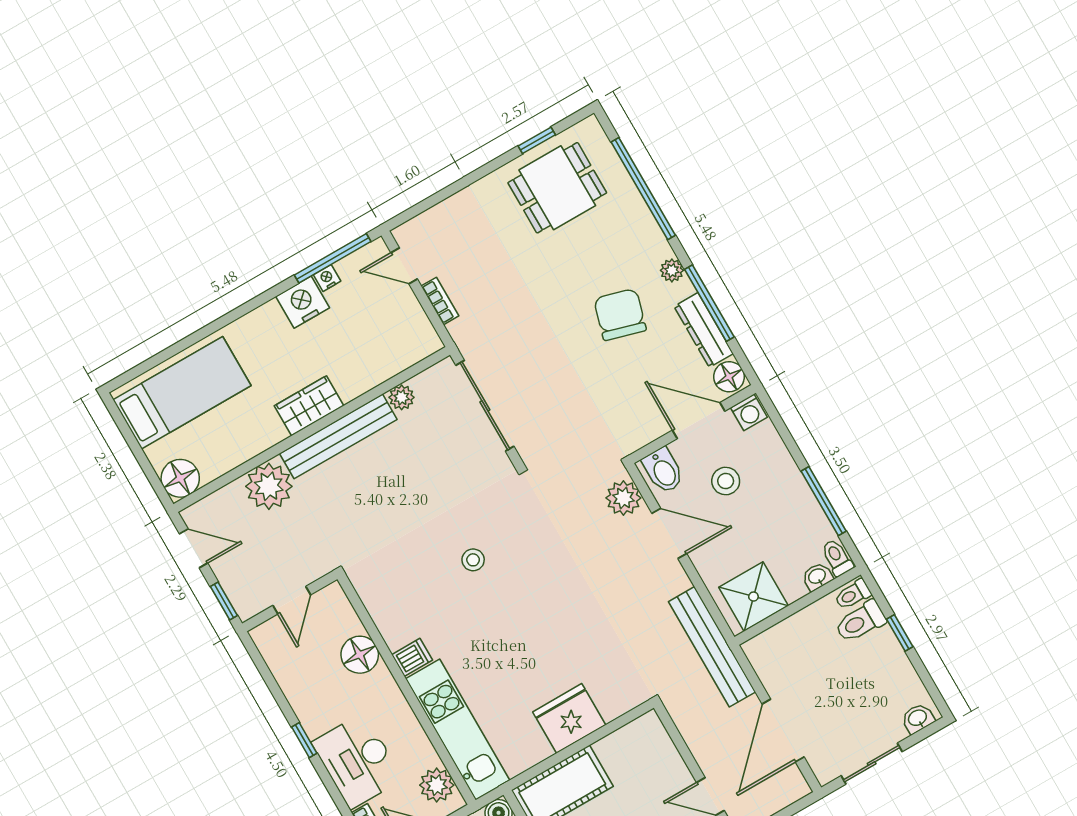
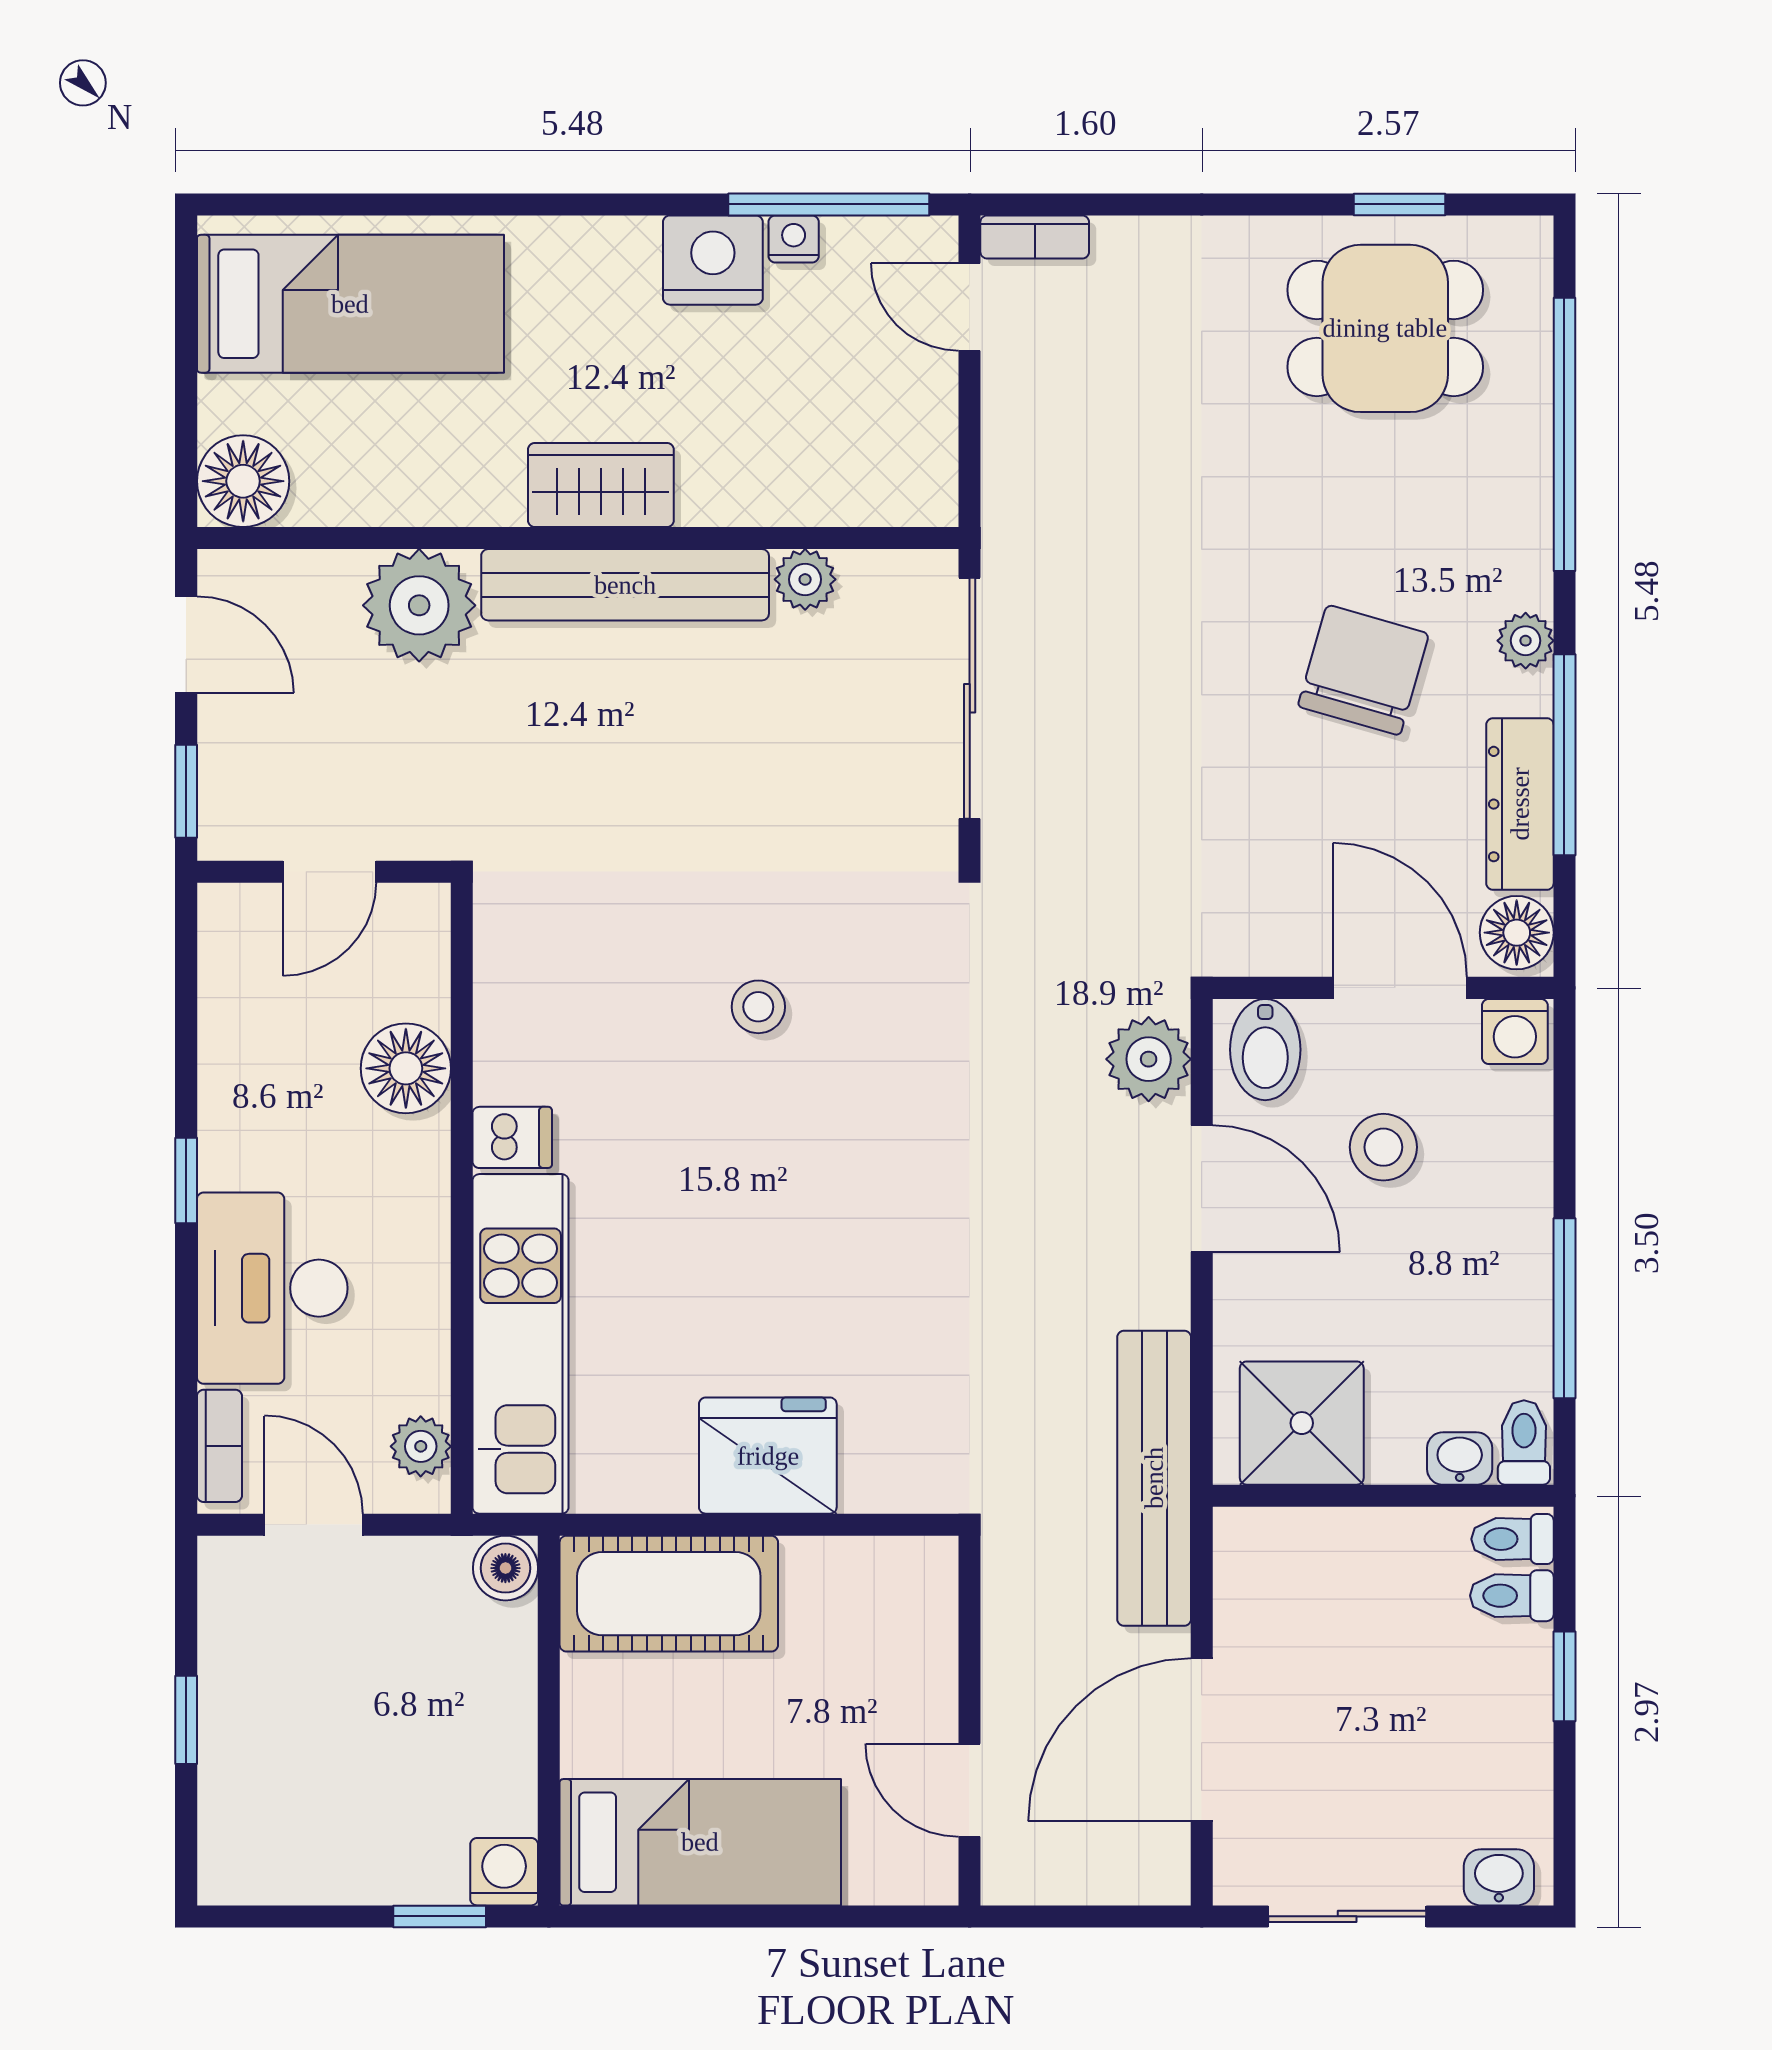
bookcase: (440, 301) -> (1035, 237), moved, turned 90
toilet: (860, 622) -> (1512, 1596), width x0.73, depth x0.72
plant: (437, 785) -> (421, 1446), width x0.73, depth x0.73

